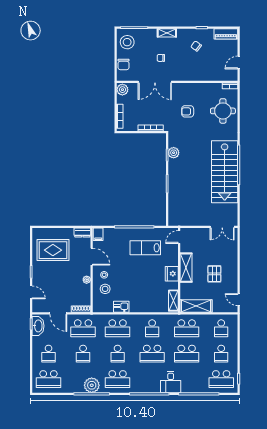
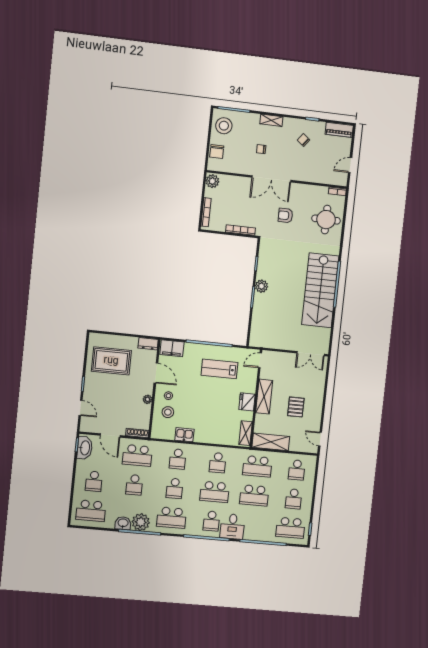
double door: (155, 82) -> (271, 179), moved
plant: (174, 153) -> (261, 286), moved
filing cabinet: (98, 234) -> (172, 348), width x2.00
school desk: (118, 328) -> (178, 459), width x0.54
school desk: (152, 379) -> (211, 521), added
washbasin: (77, 387) -> (123, 523), added

